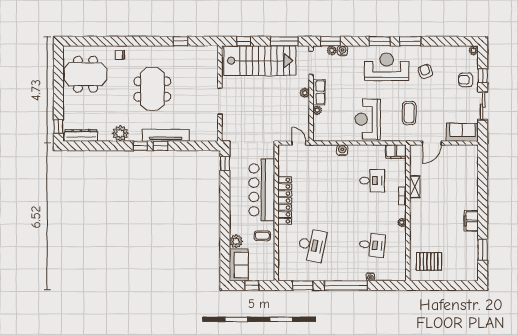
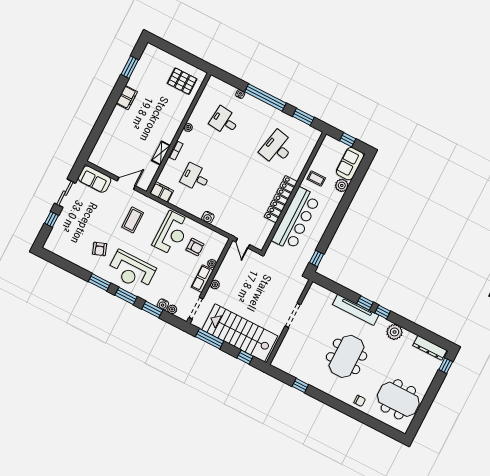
window: (330, 41) -> (152, 309), moved
plant: (474, 50) -> (48, 246), removed
armchair: (466, 80) -> (195, 247), moved

